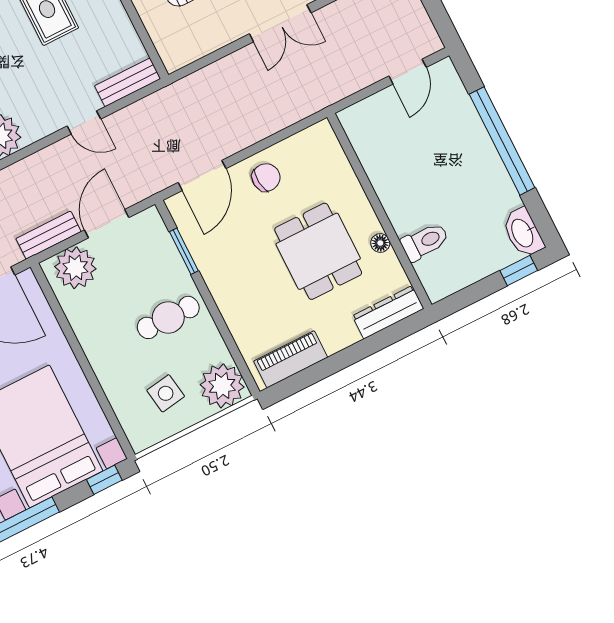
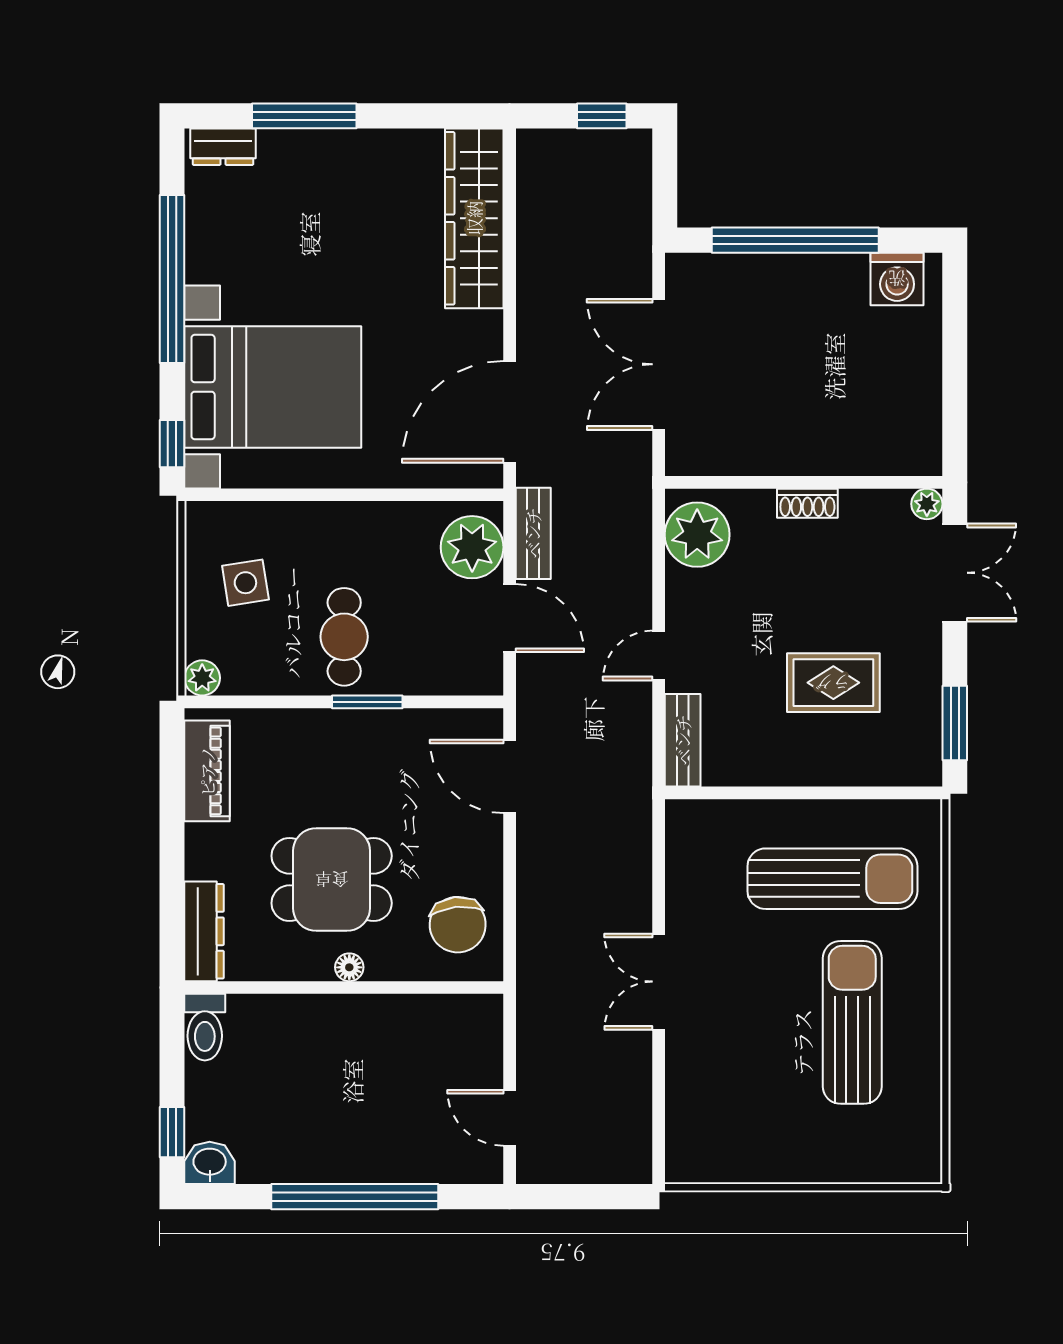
chair: (266, 177) -> (458, 925), moved, width x1.37, depth x1.37
washbasin: (523, 233) -> (210, 1163), width x0.72
toilet: (425, 242) -> (205, 1027), moved
floor lamp: (380, 243) -> (349, 967), moved
window: (184, 251) -> (367, 702), moved
plant: (222, 386) -> (202, 678), width x0.53, depth x0.53

